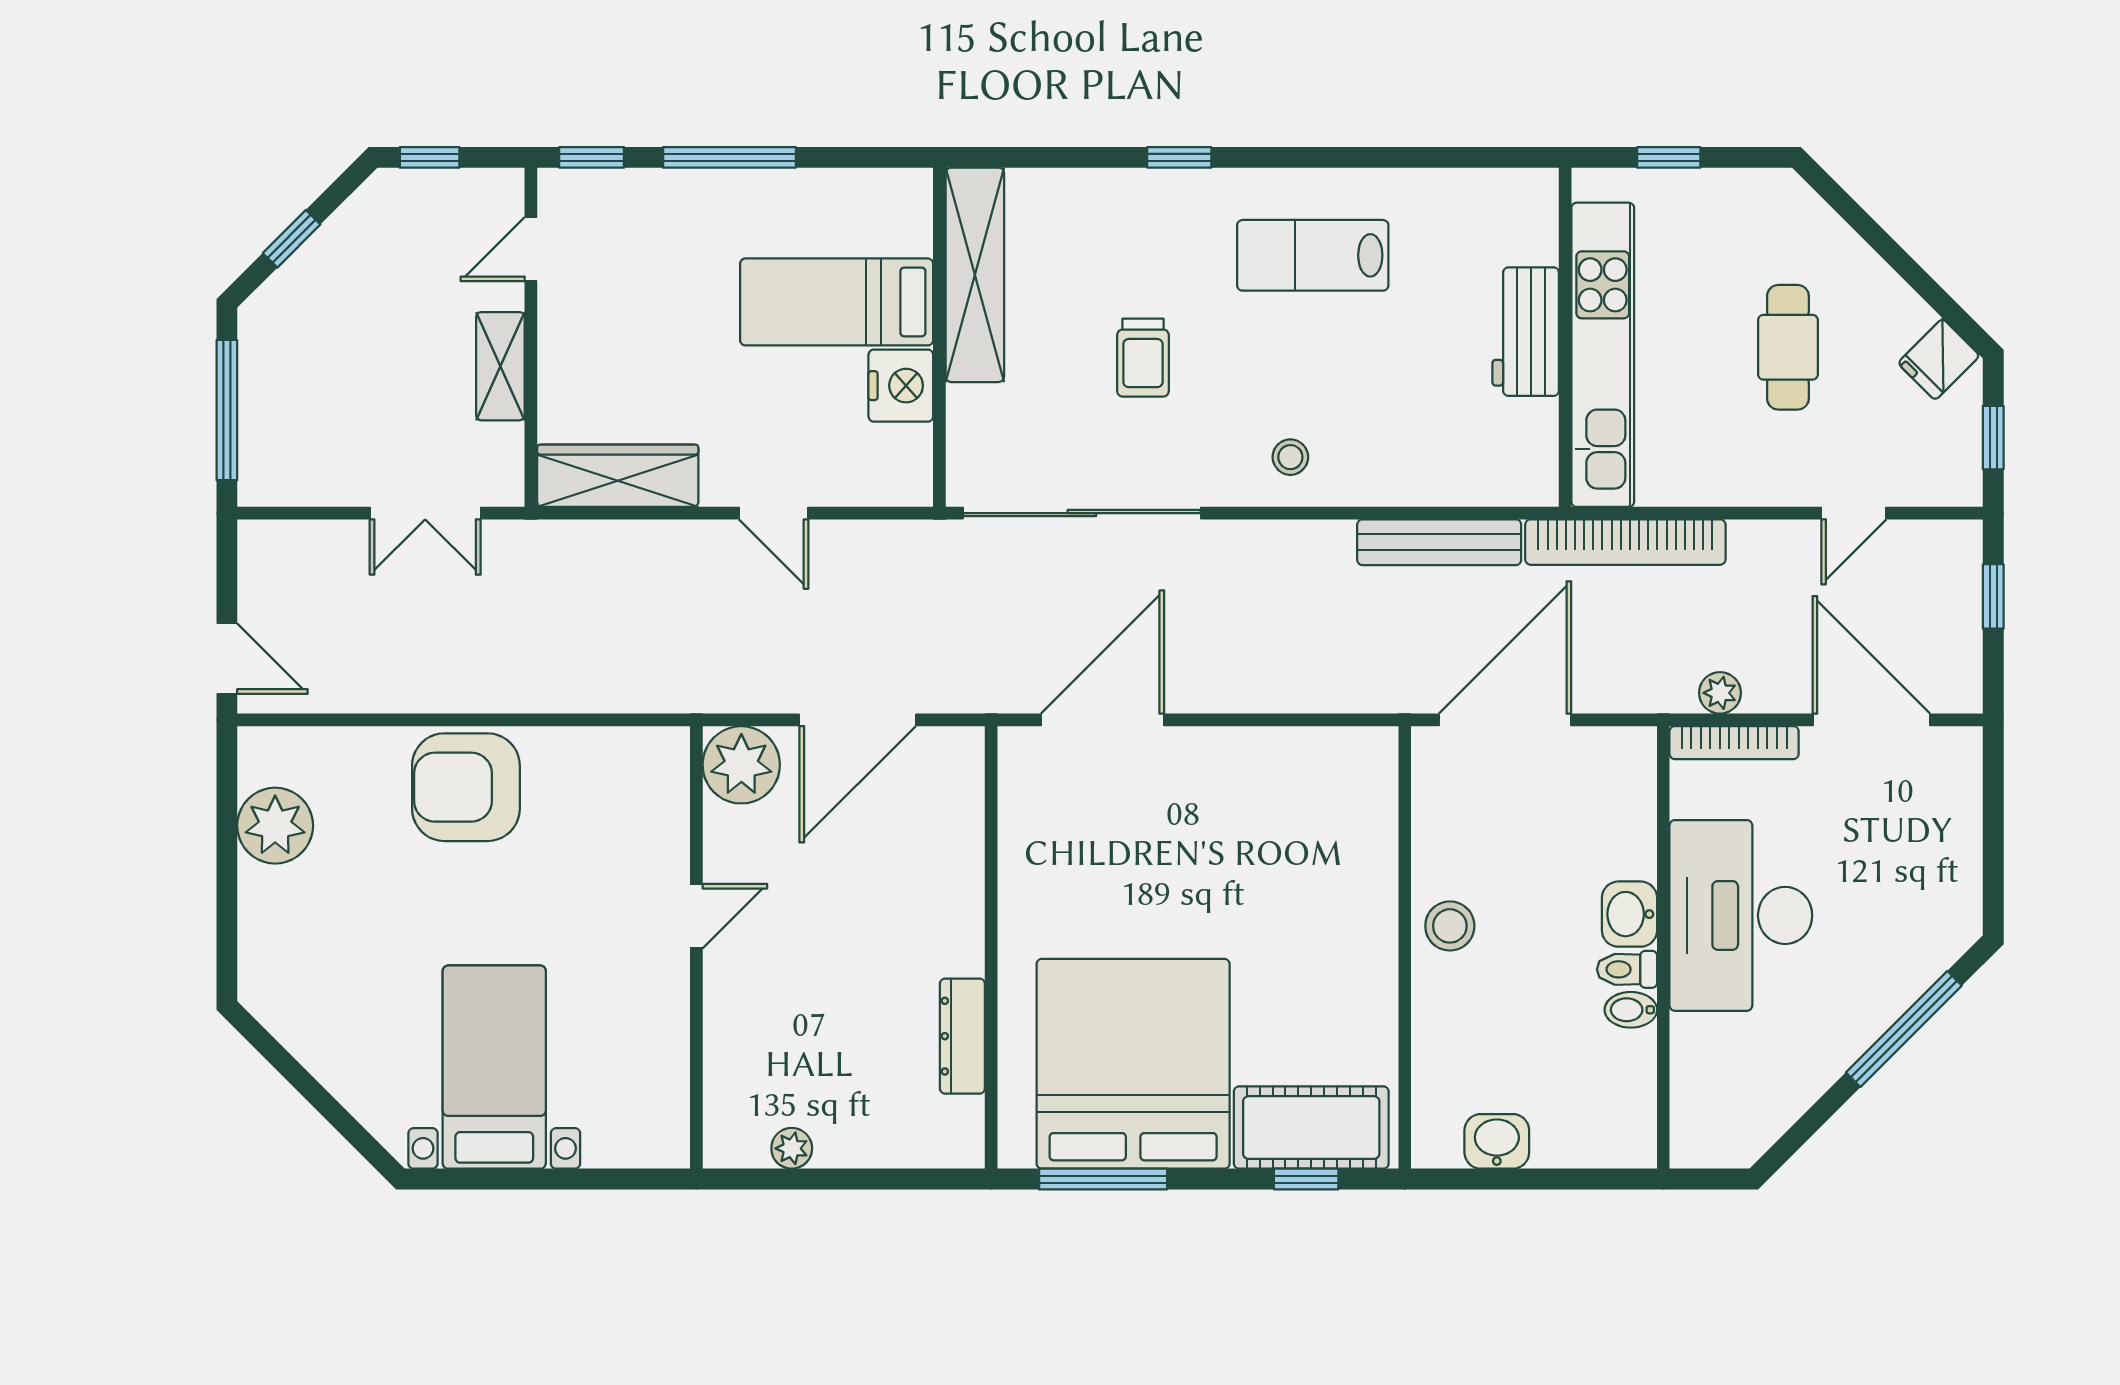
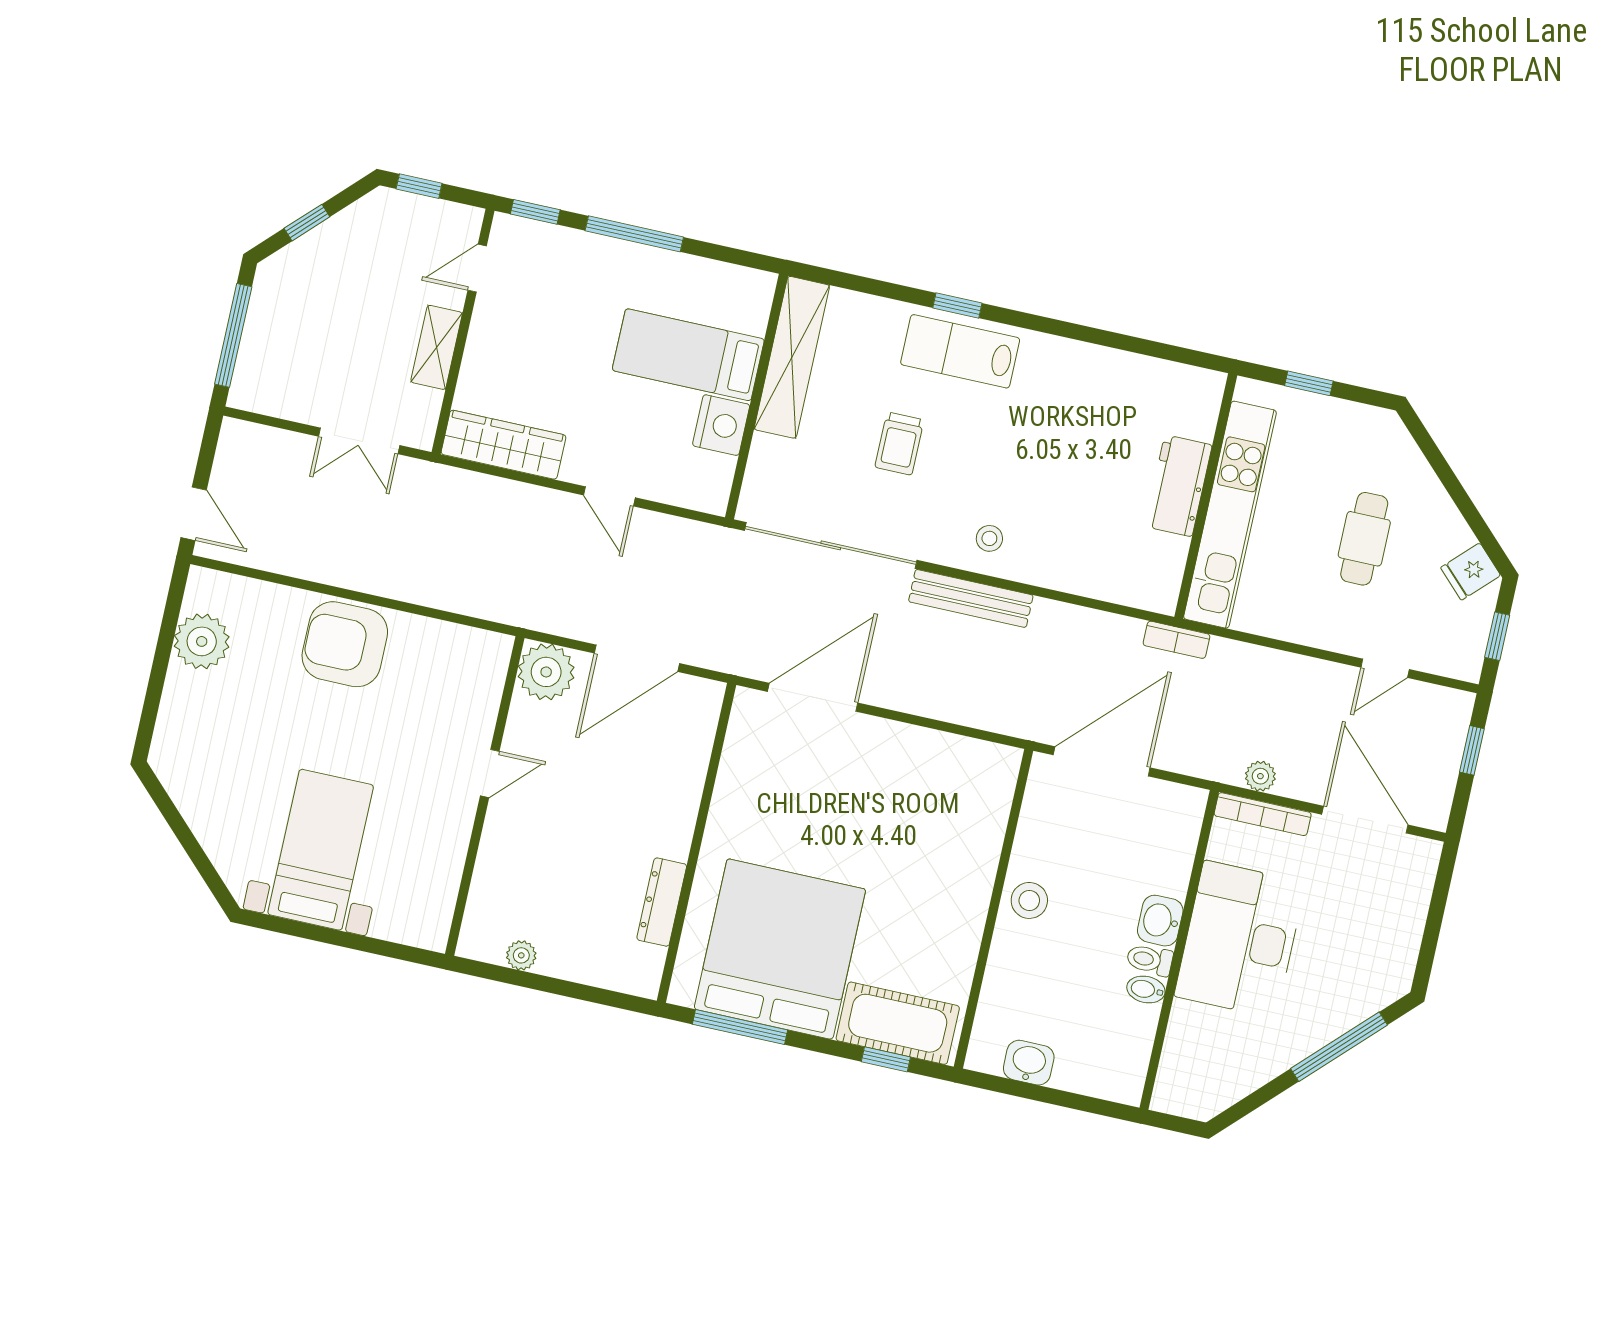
lab bench: (1313, 255) -> (960, 351), moved
bench: (1439, 542) -> (971, 598), moved
bookcase: (1625, 542) -> (1177, 640), width x0.43, depth x0.76

